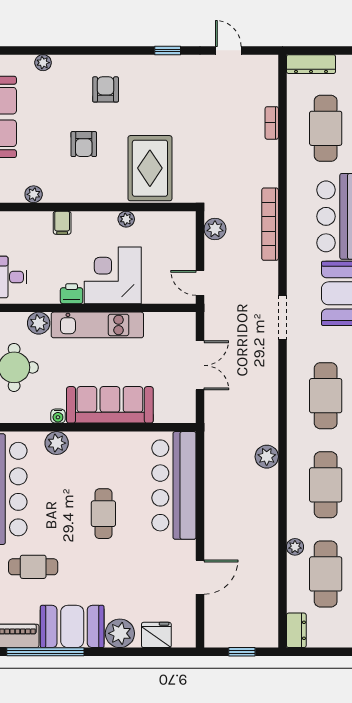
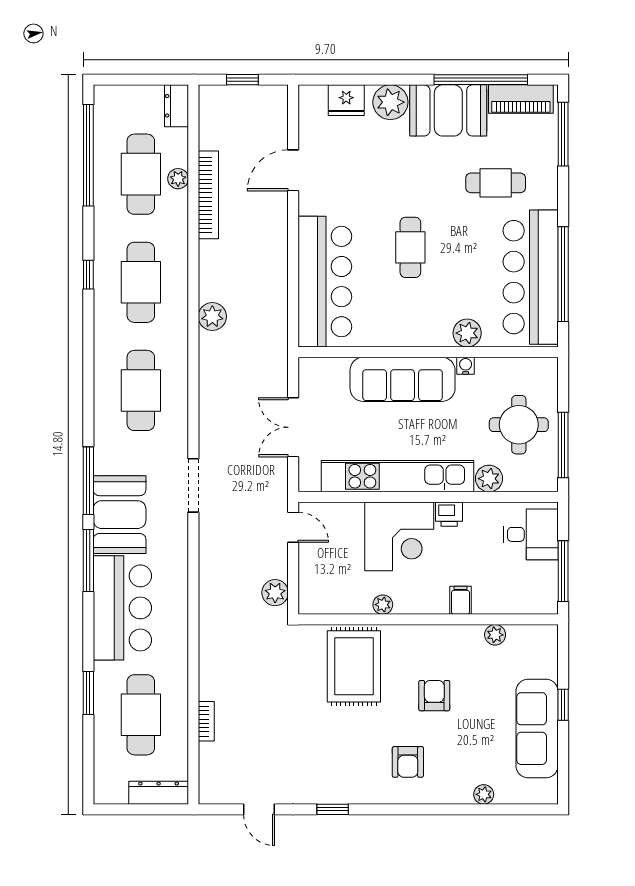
bookcase: (270, 224) -> (208, 195), moved
kitchen unit: (97, 325) -> (397, 476), width x1.36
plant: (295, 547) -> (178, 179), moved

